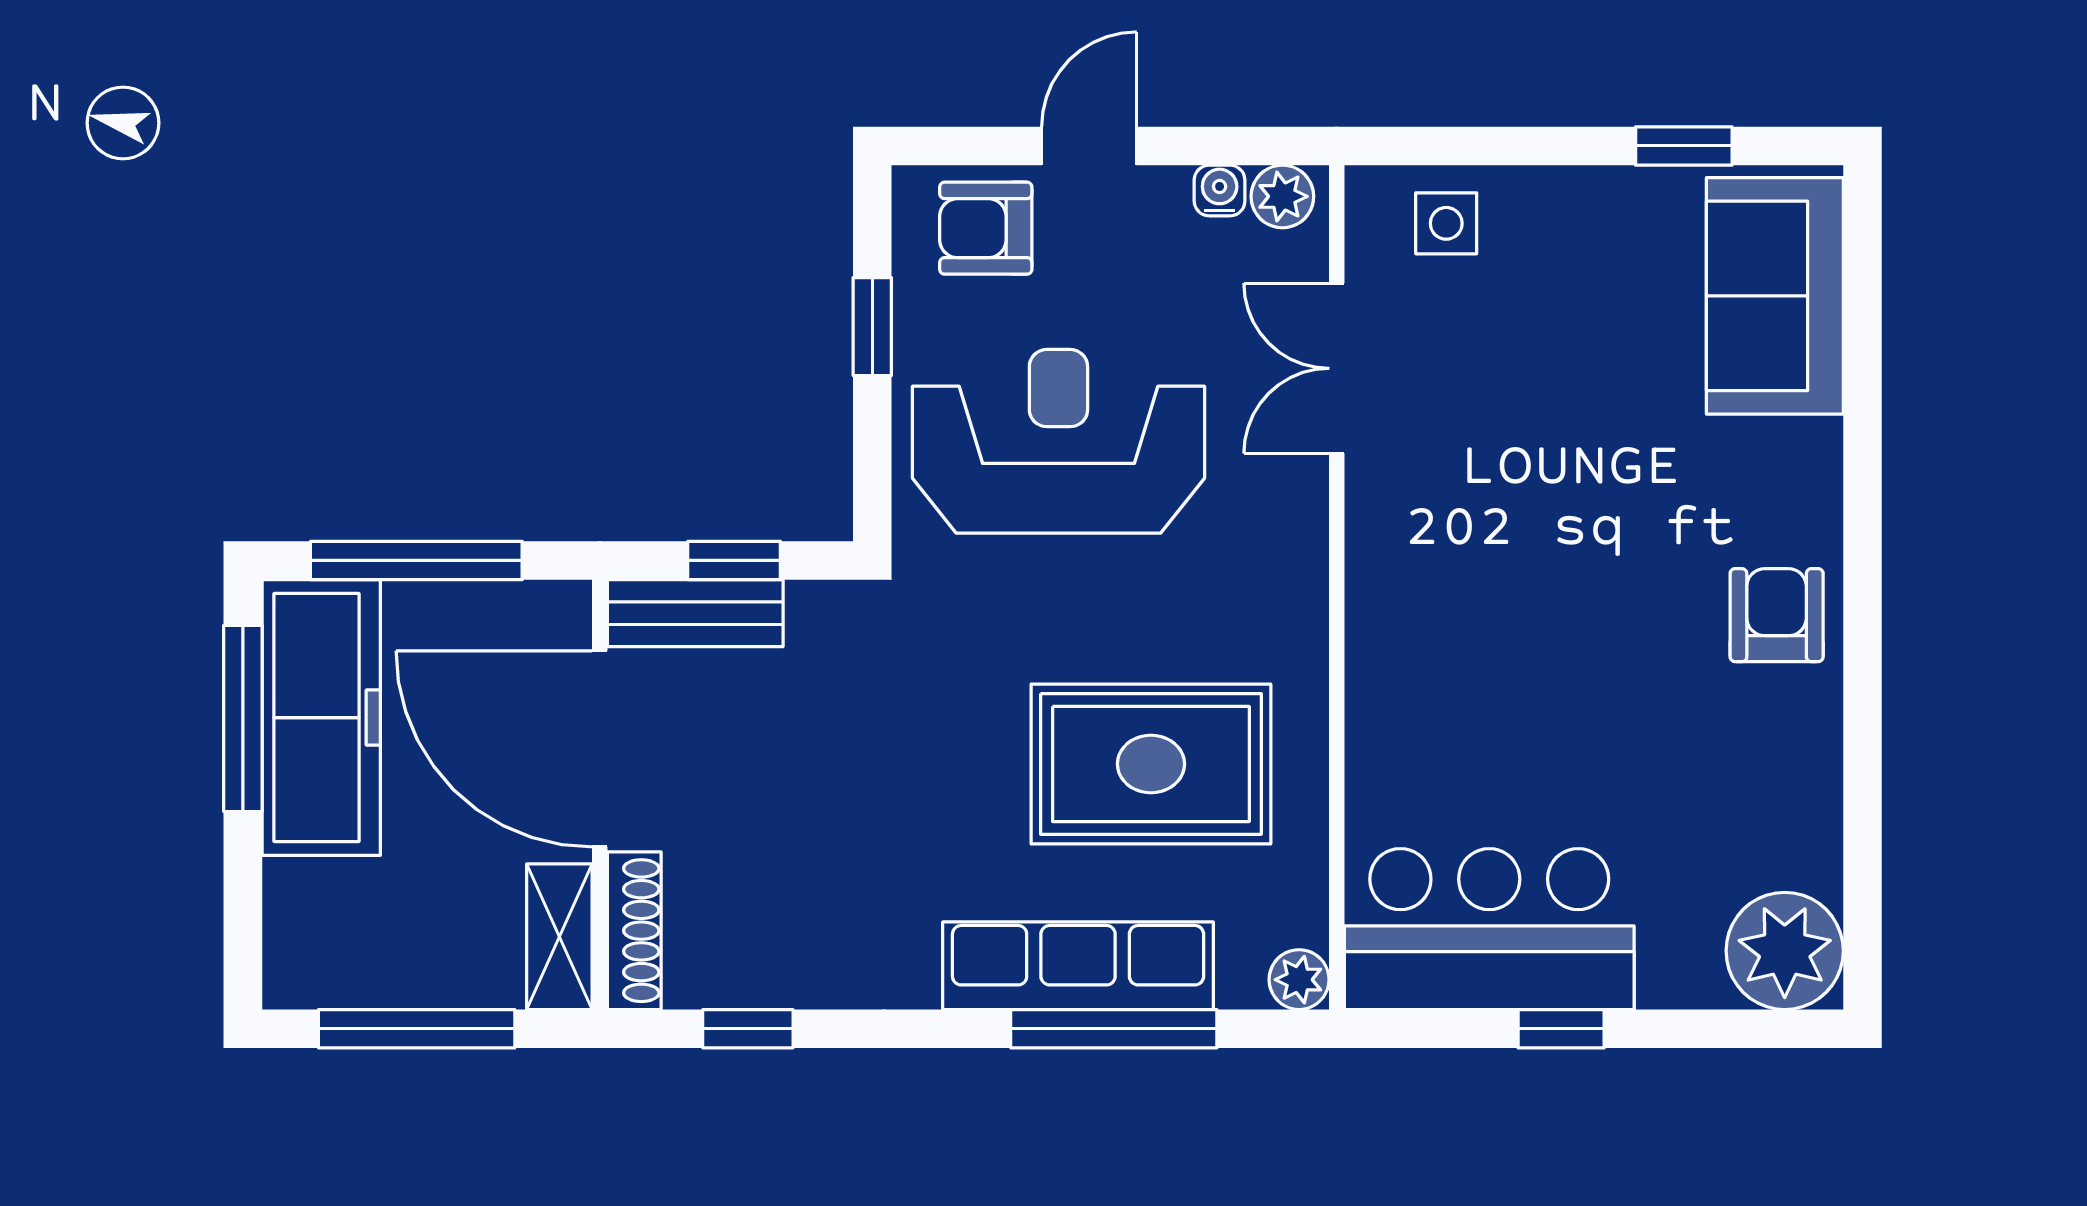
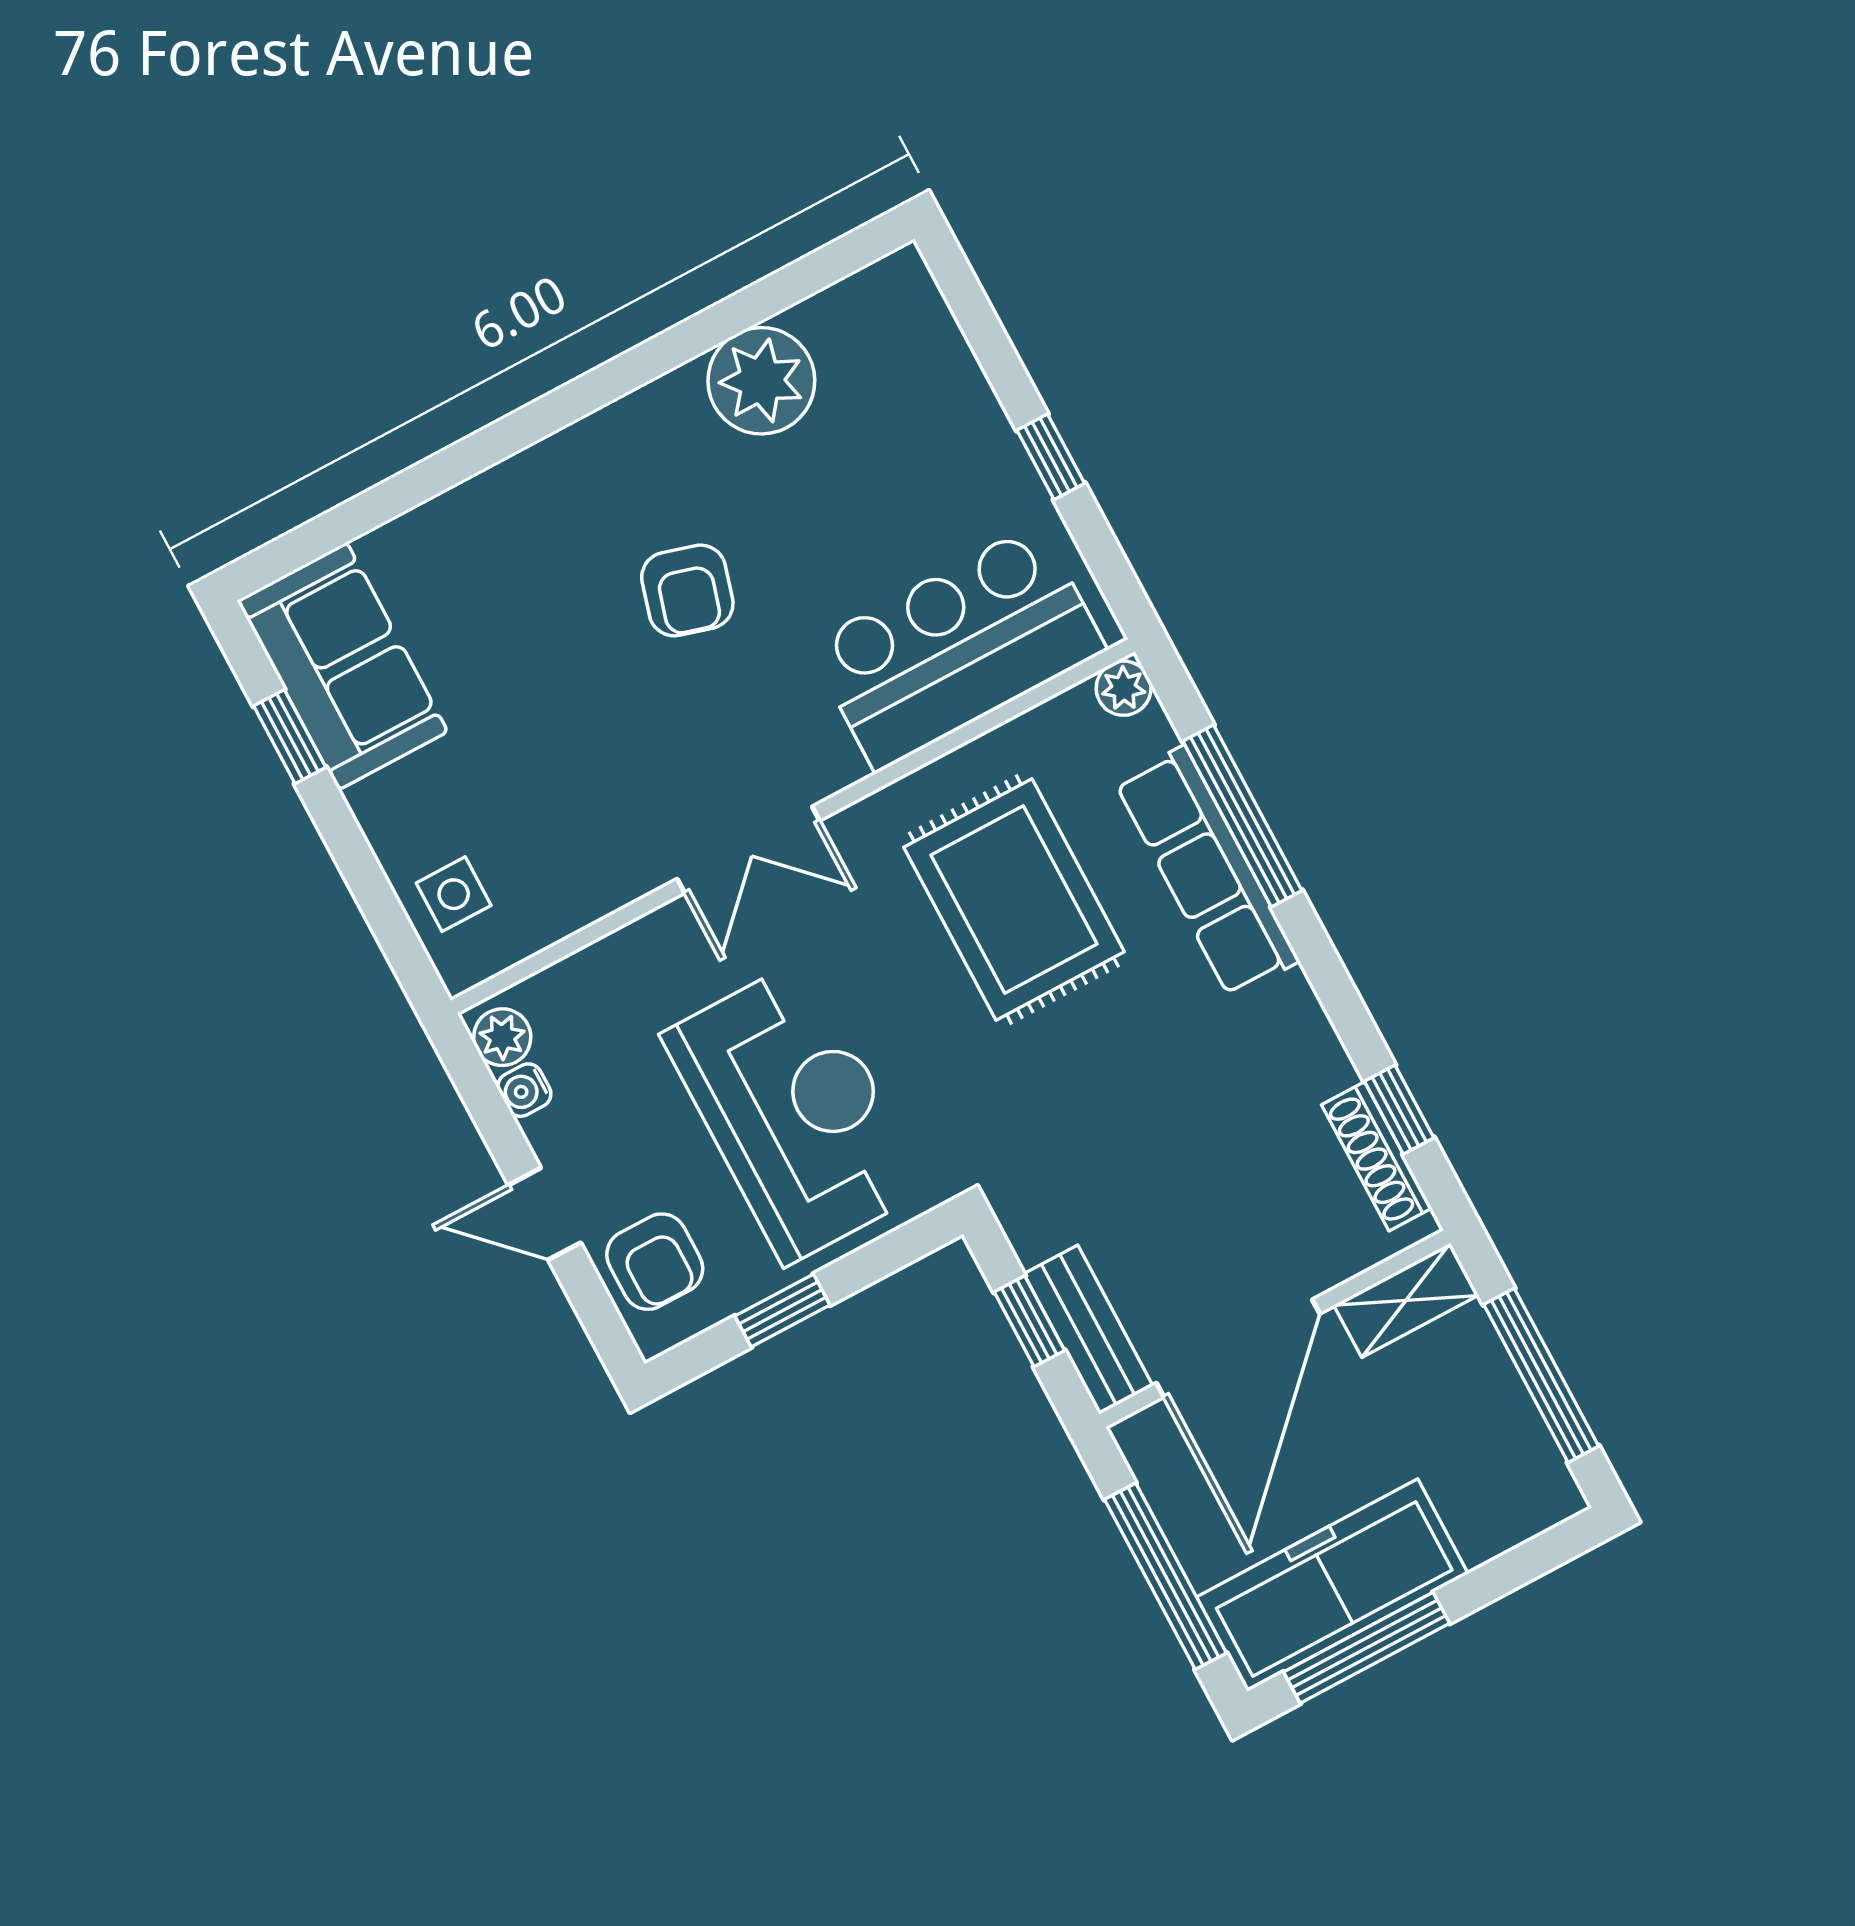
sofa: (1775, 296) -> (342, 666), moved, turned -90
double door: (1337, 368) -> (748, 850), moved
reception desk: (1058, 441) -> (795, 1112), turned 180
armchair: (1777, 615) -> (687, 590), moved, turned -74
bar counter: (1489, 929) -> (957, 647), moved, turned 90
shoe rack: (634, 931) -> (1377, 1156), moved, turned -90
plant: (1785, 951) -> (761, 381), moved

